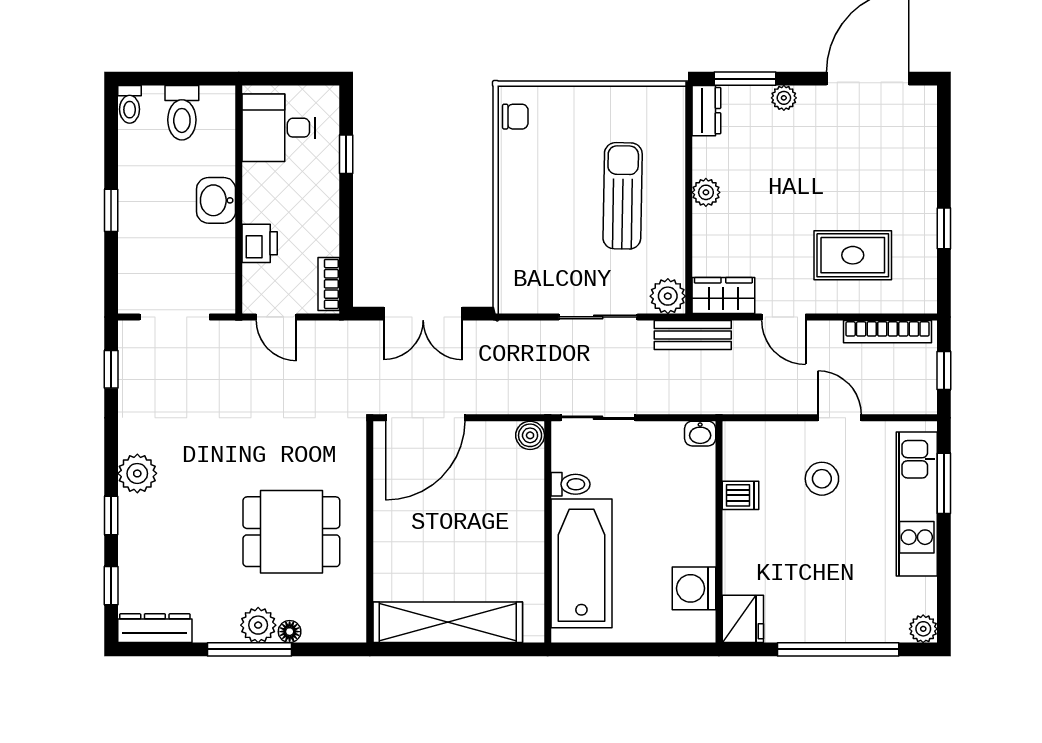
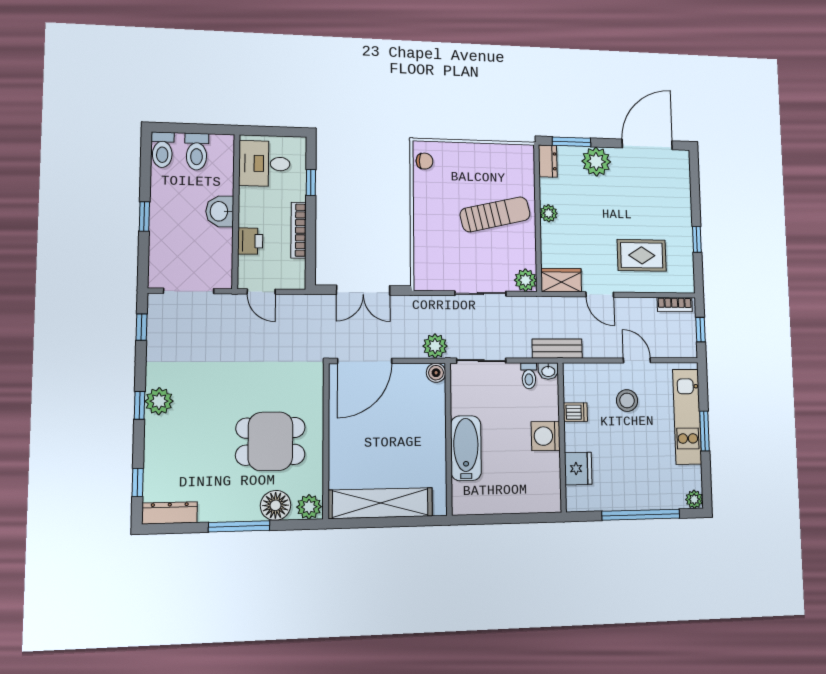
plant: (784, 98) -> (596, 162), width x1.87, depth x1.87
toilet: (130, 104) -> (162, 150), width x1.37, depth x1.39
sun lounger: (623, 196) -> (495, 214), turned 76
bookcase: (329, 284) -> (299, 230), moved, width x1.56
bookcase: (888, 332) -> (675, 305), width x0.64
bench: (693, 335) -> (557, 349), moved
plant: (529, 396) -> (435, 346), added
window: (944, 483) -> (704, 431), moved
toilet: (570, 484) -> (529, 376), moved, turned 90
window: (111, 516) -> (140, 405), moved
bathtub: (581, 563) -> (466, 448), width x0.73, depth x0.73
washing machine: (694, 588) -> (546, 436), moved
fridge: (743, 619) -> (578, 469), moved
plant: (258, 625) -> (309, 507), moved
floor lamp: (290, 632) -> (276, 505), width x1.89, depth x1.89

